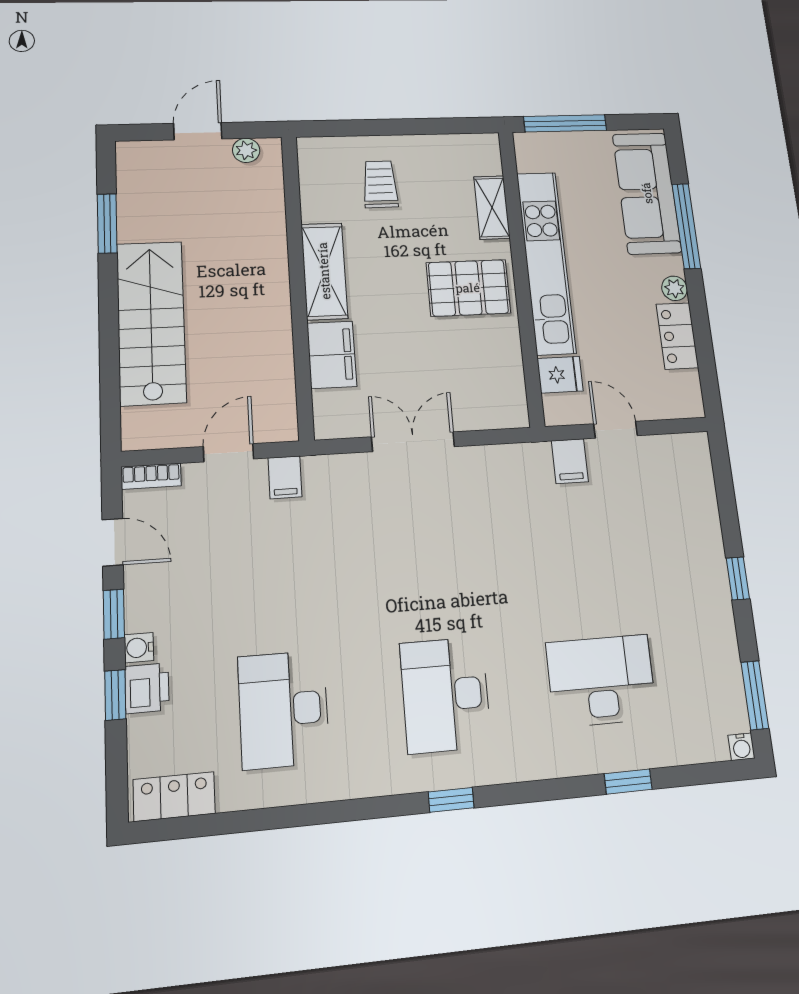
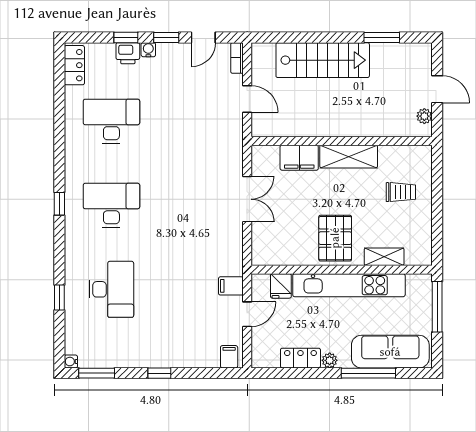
filing cabinet: (285, 477) -> (229, 357), moved, turned 90

